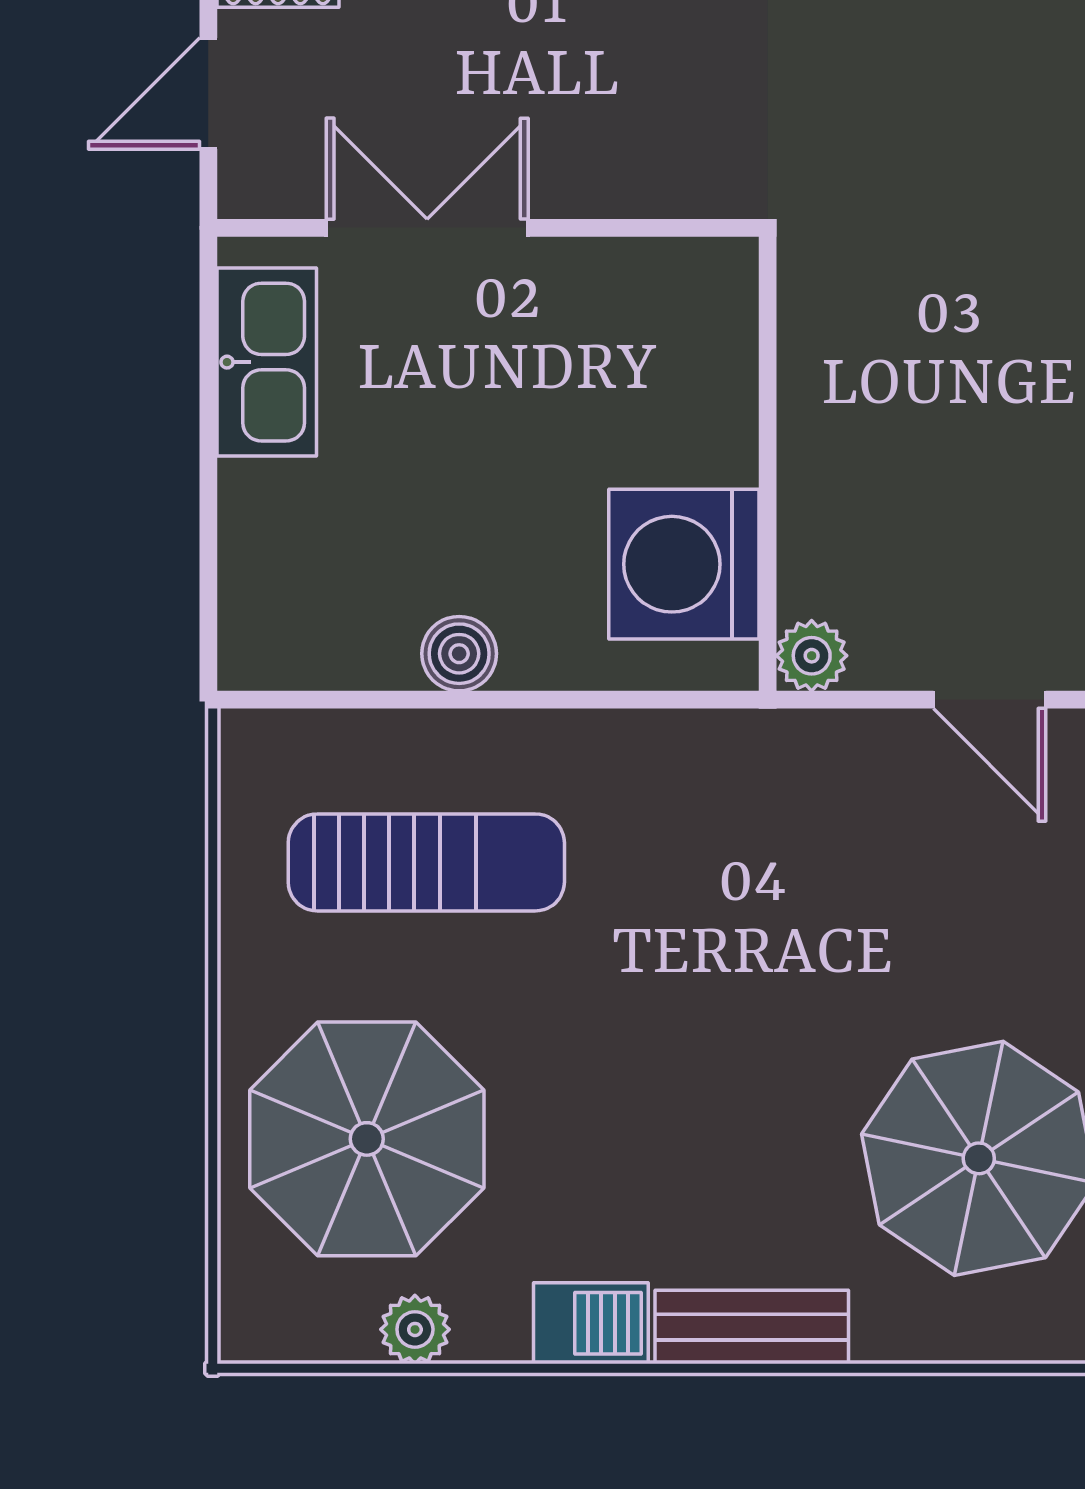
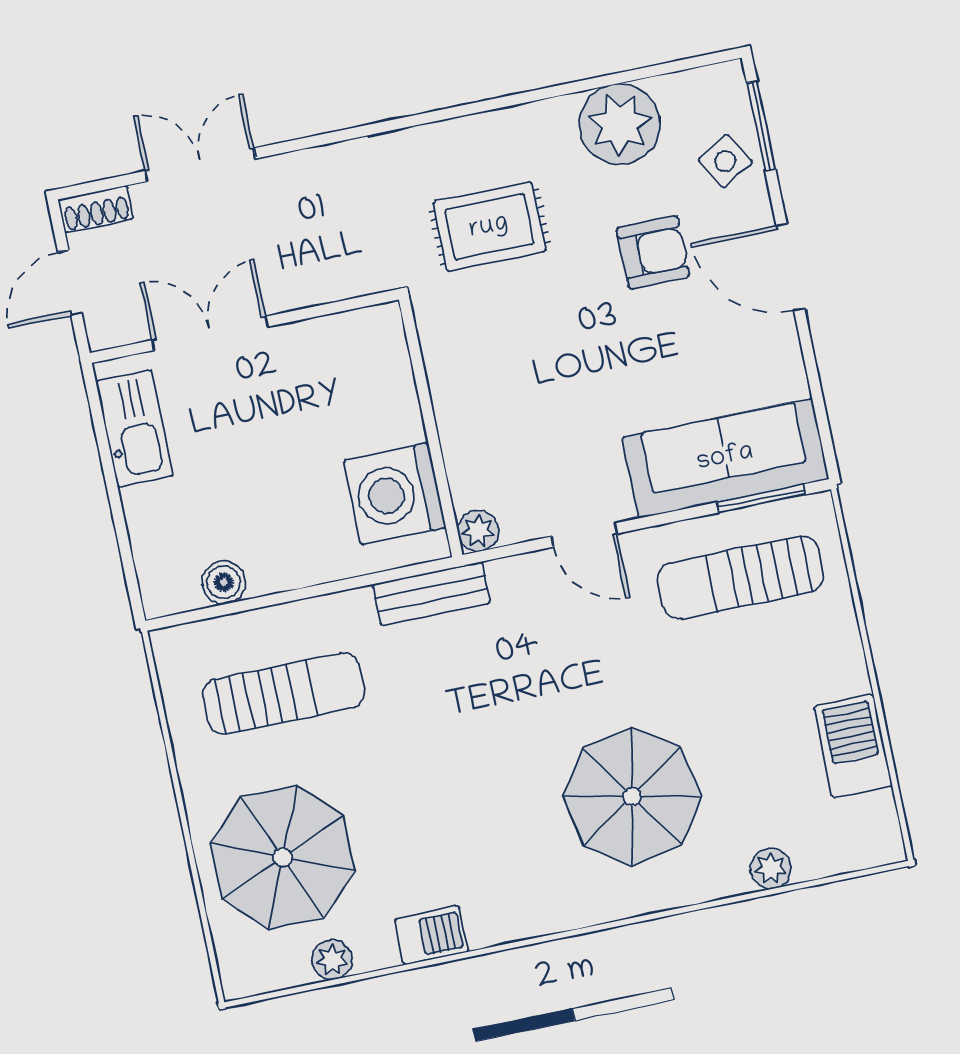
rug: (937, 145) -> (489, 227), added
boiler: (459, 654) -> (224, 582), moved
bench: (752, 1327) -> (431, 594), moved

